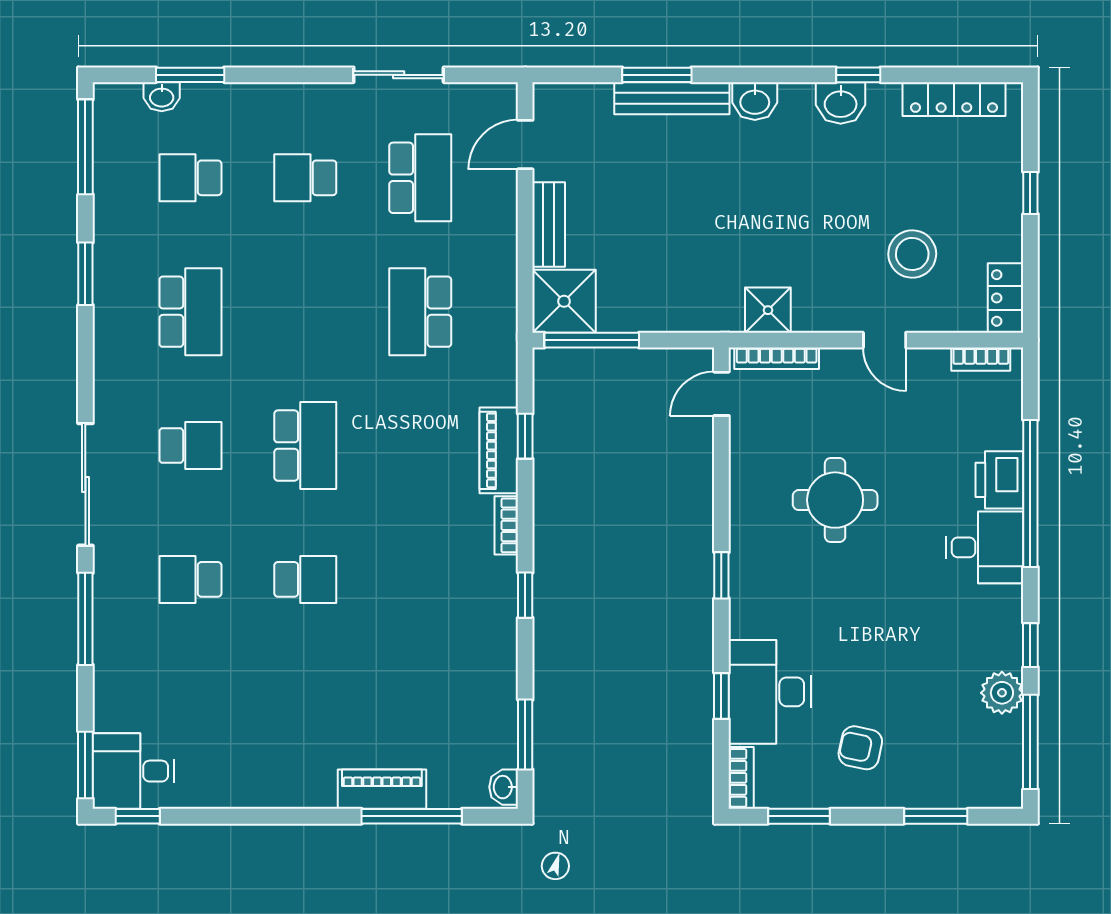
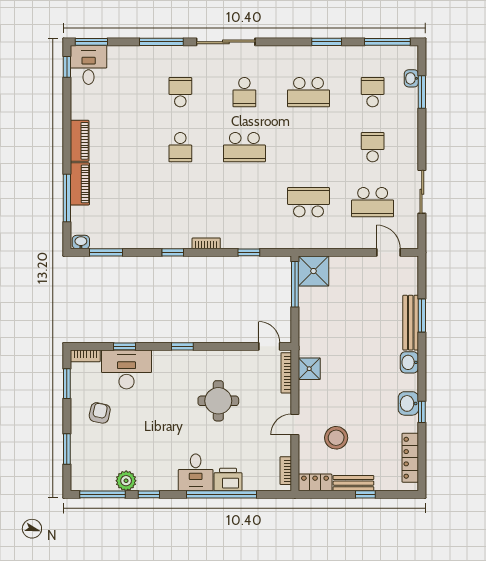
bench: (549, 225) -> (353, 483), moved
piano: (499, 450) -> (80, 141), moved, turned 90

